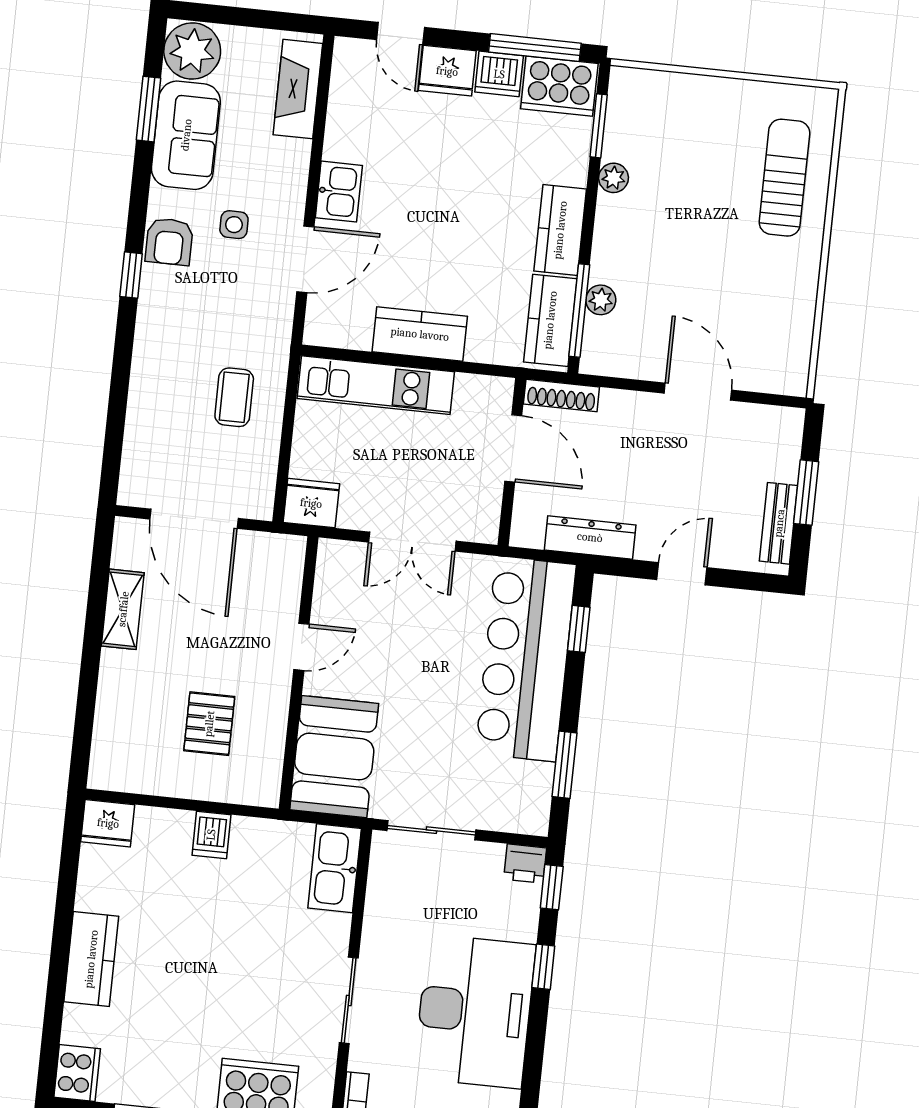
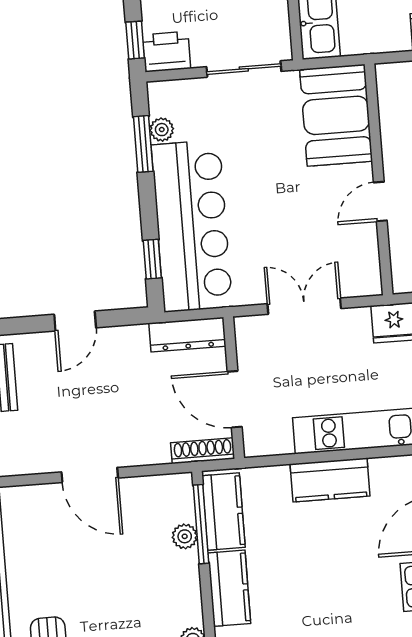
dresser: (590, 537) -> (187, 335), moved
plant: (540, 778) -> (162, 130), added
printer: (525, 864) -> (166, 52), width x1.36, depth x1.24

